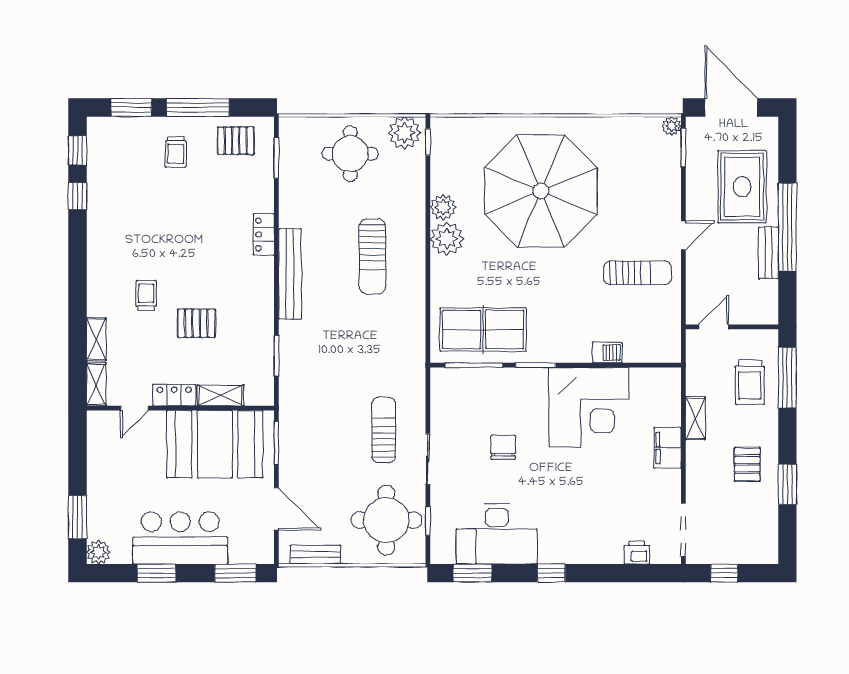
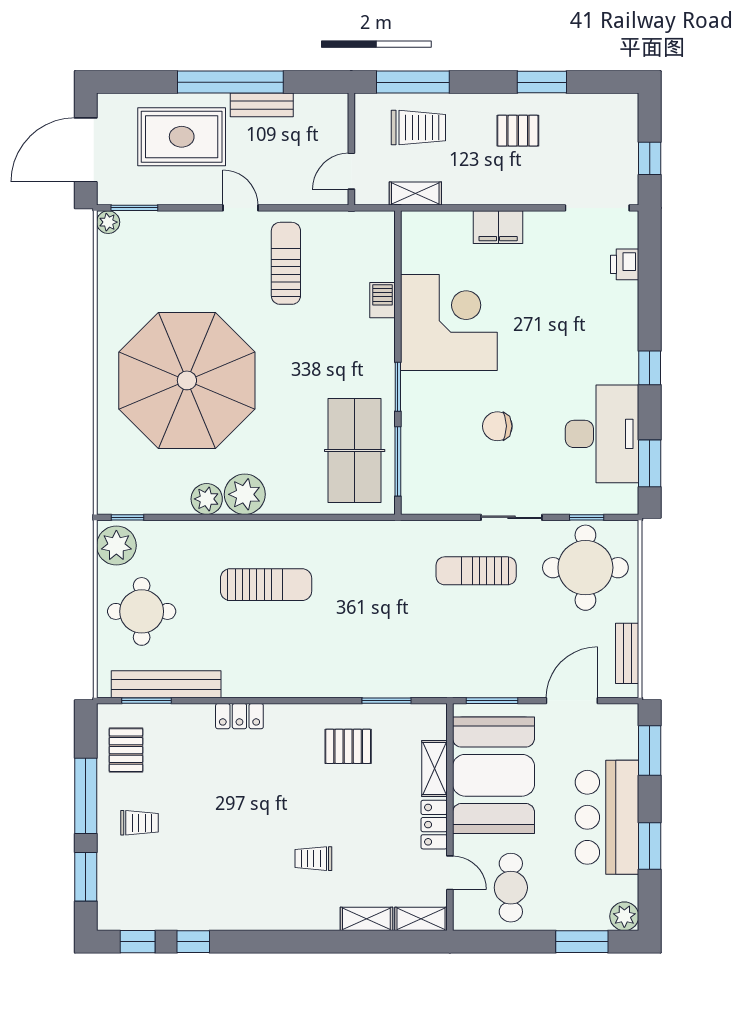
bench: (290, 274) -> (166, 684), moved
pallet: (196, 323) -> (348, 746), moved, turned 90
door: (714, 327) -> (351, 171), hinge flipped
shelving: (695, 418) -> (415, 193), moved
cafe table: (122, 458) -> (511, 888), added

